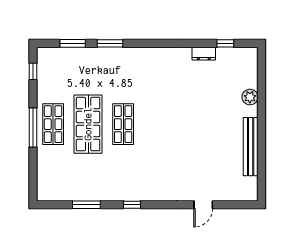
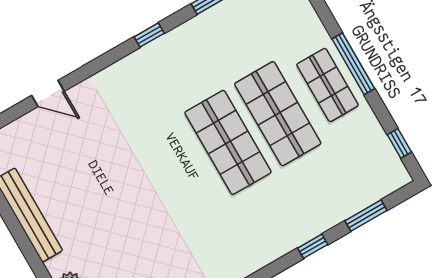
window: (110, 43) -> (313, 246), width x0.67
shop shelf: (123, 124) -> (228, 142), width x1.43, depth x1.36
door: (203, 205) -> (48, 93), swing flipped

